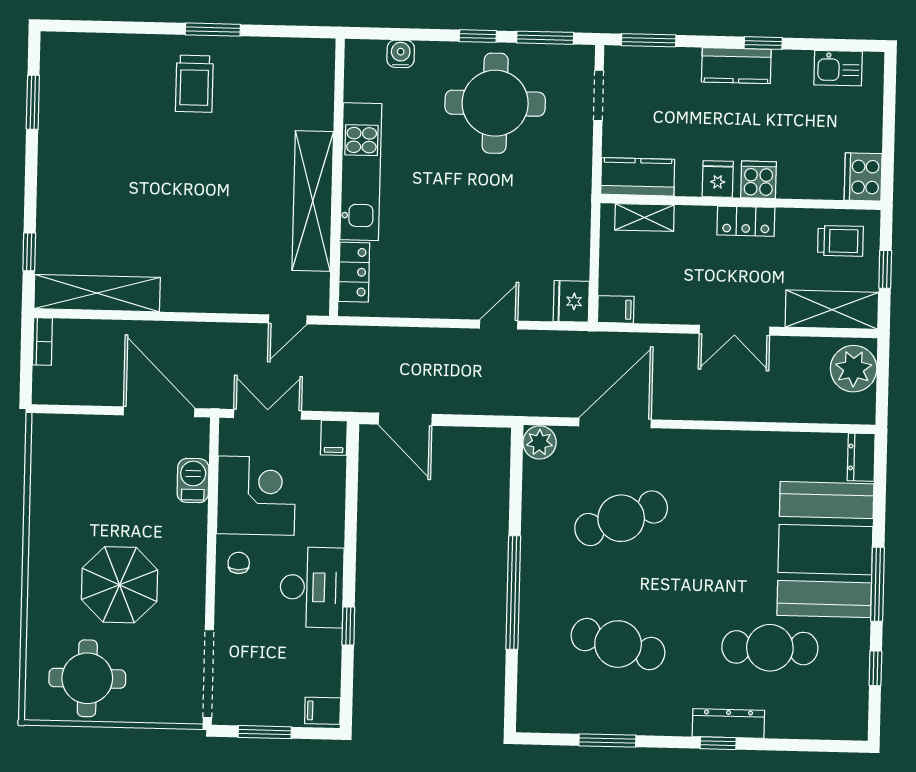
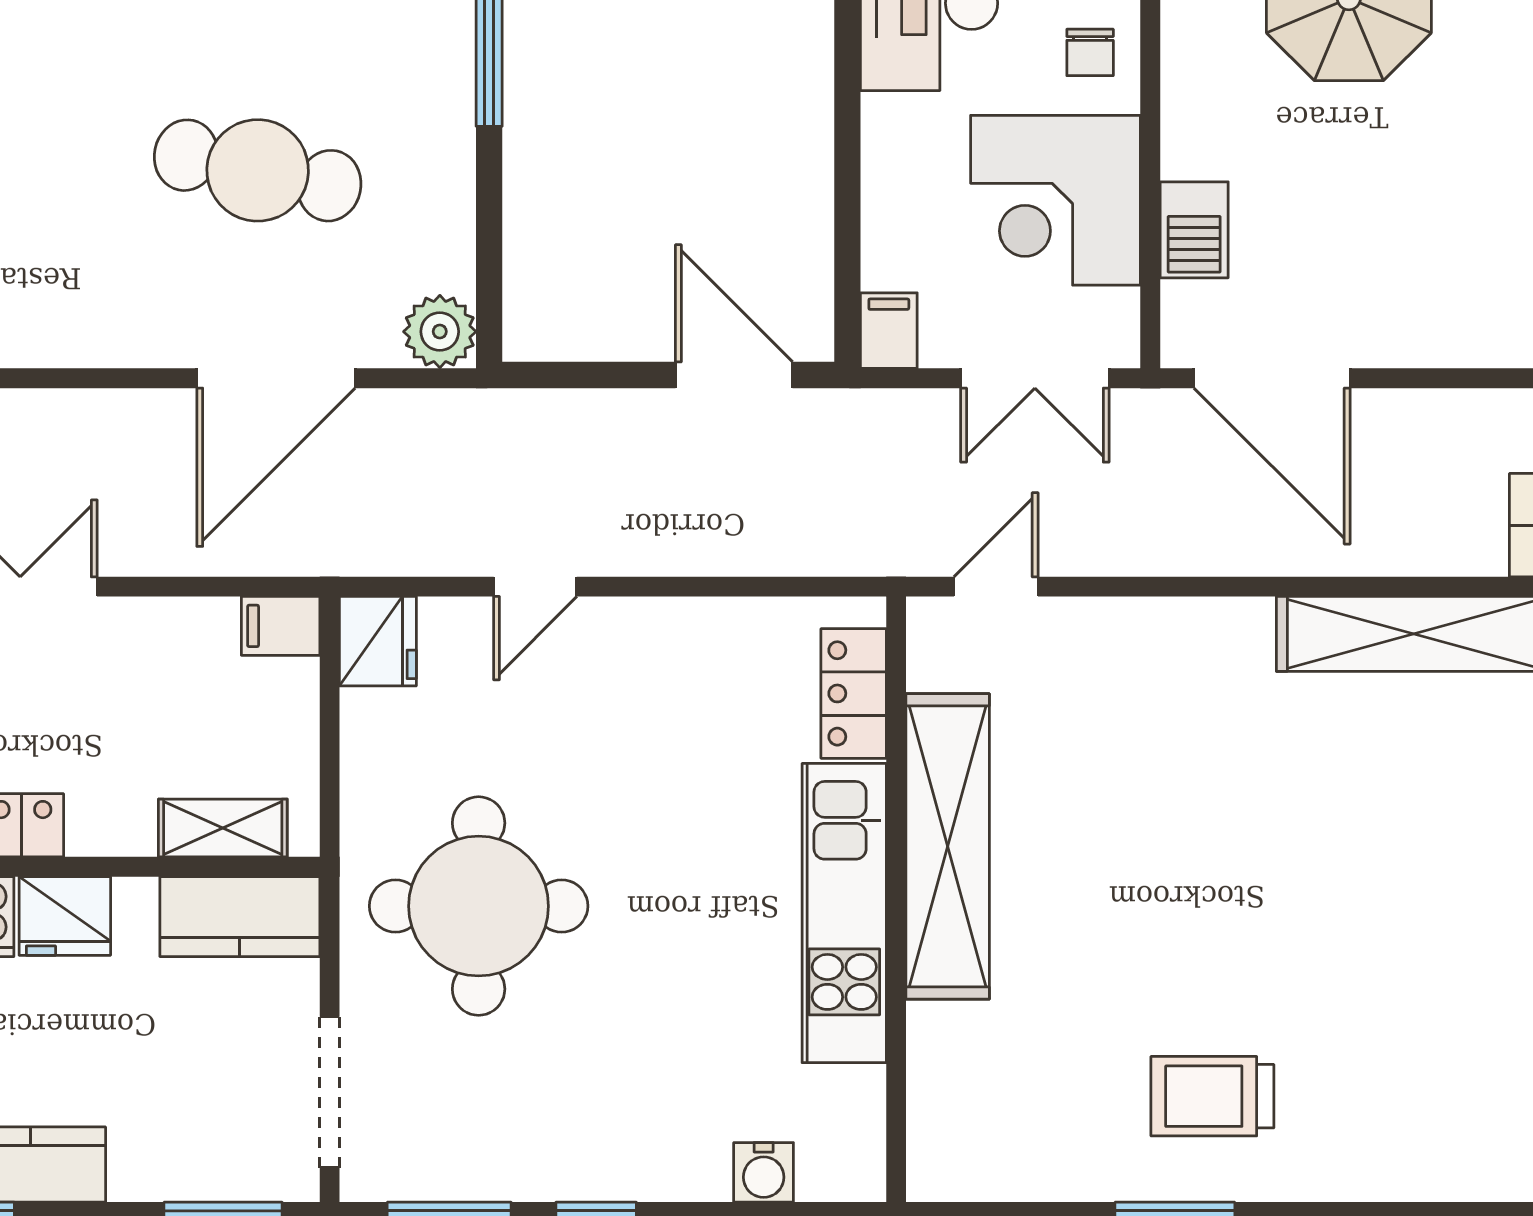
trolley: (194, 84) -> (1212, 1096), turned -90
doorway: (598, 95) -> (330, 1092), width x1.38
round table: (495, 103) -> (479, 906), moved
fridge: (718, 179) -> (65, 916), width x1.38
cafe table: (621, 518) -> (258, 170), turned 33

